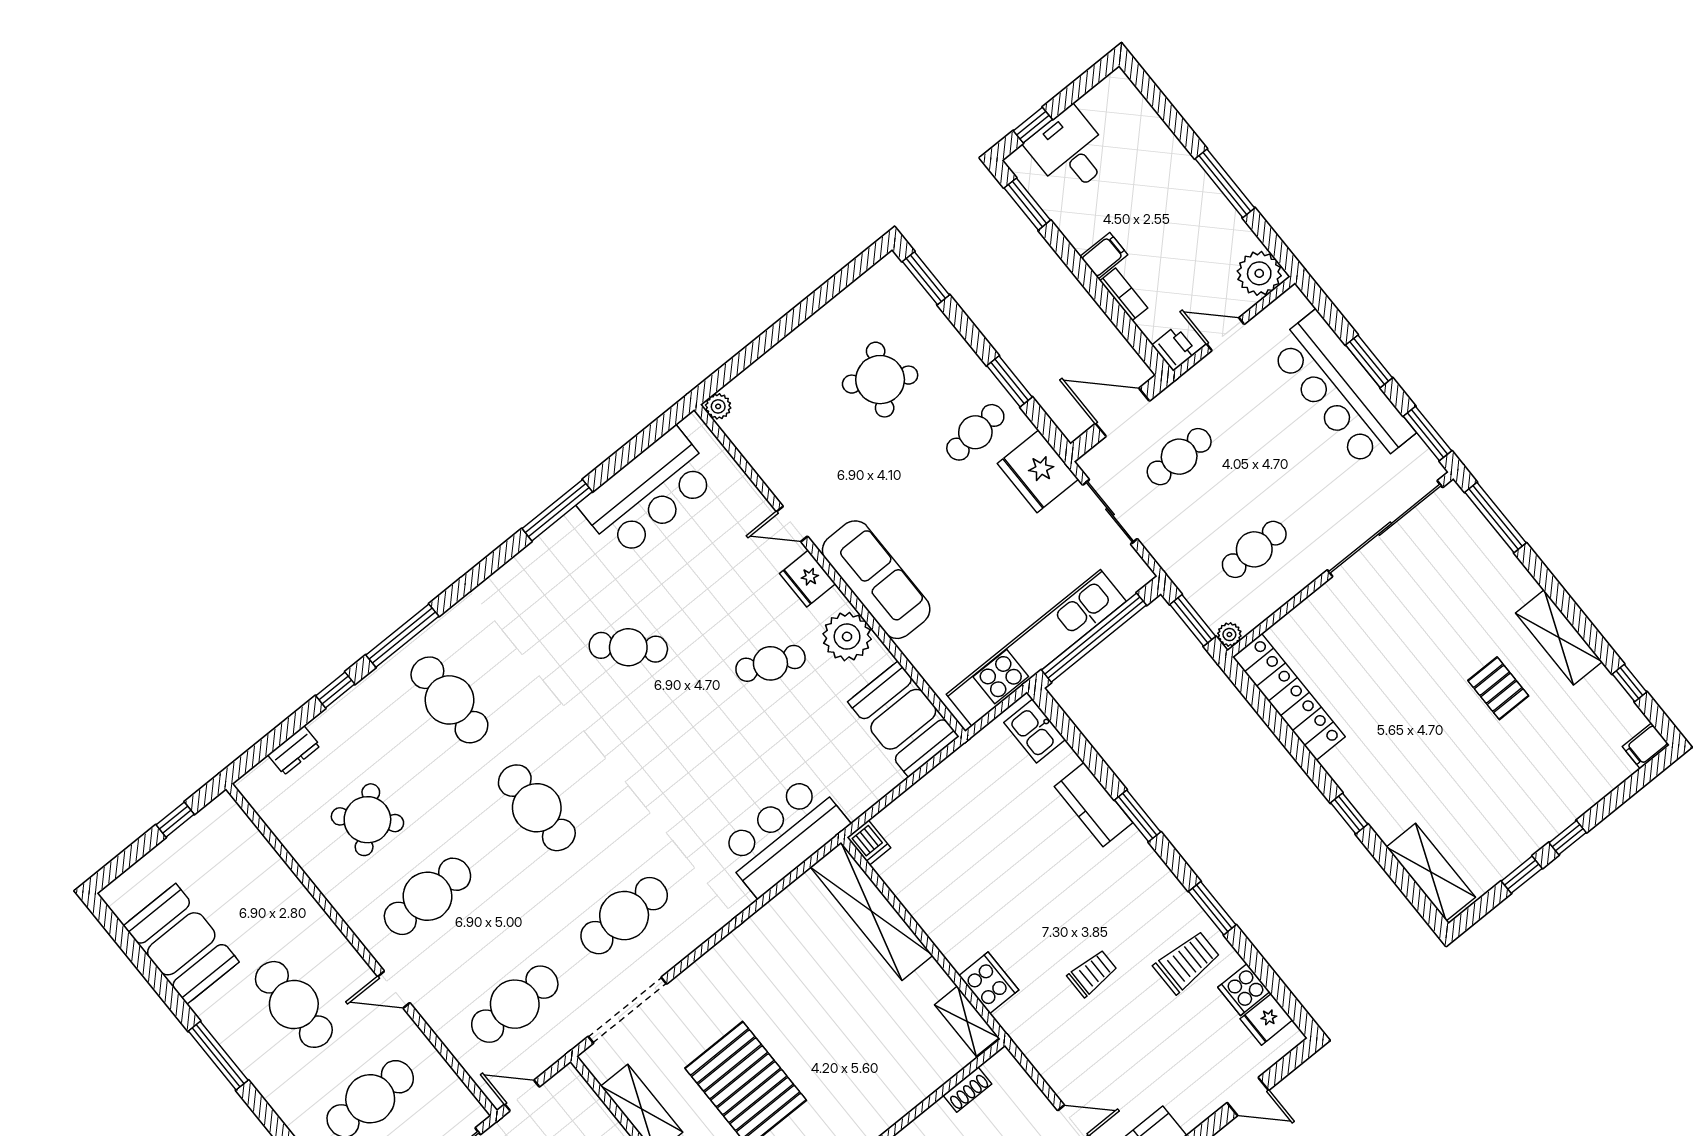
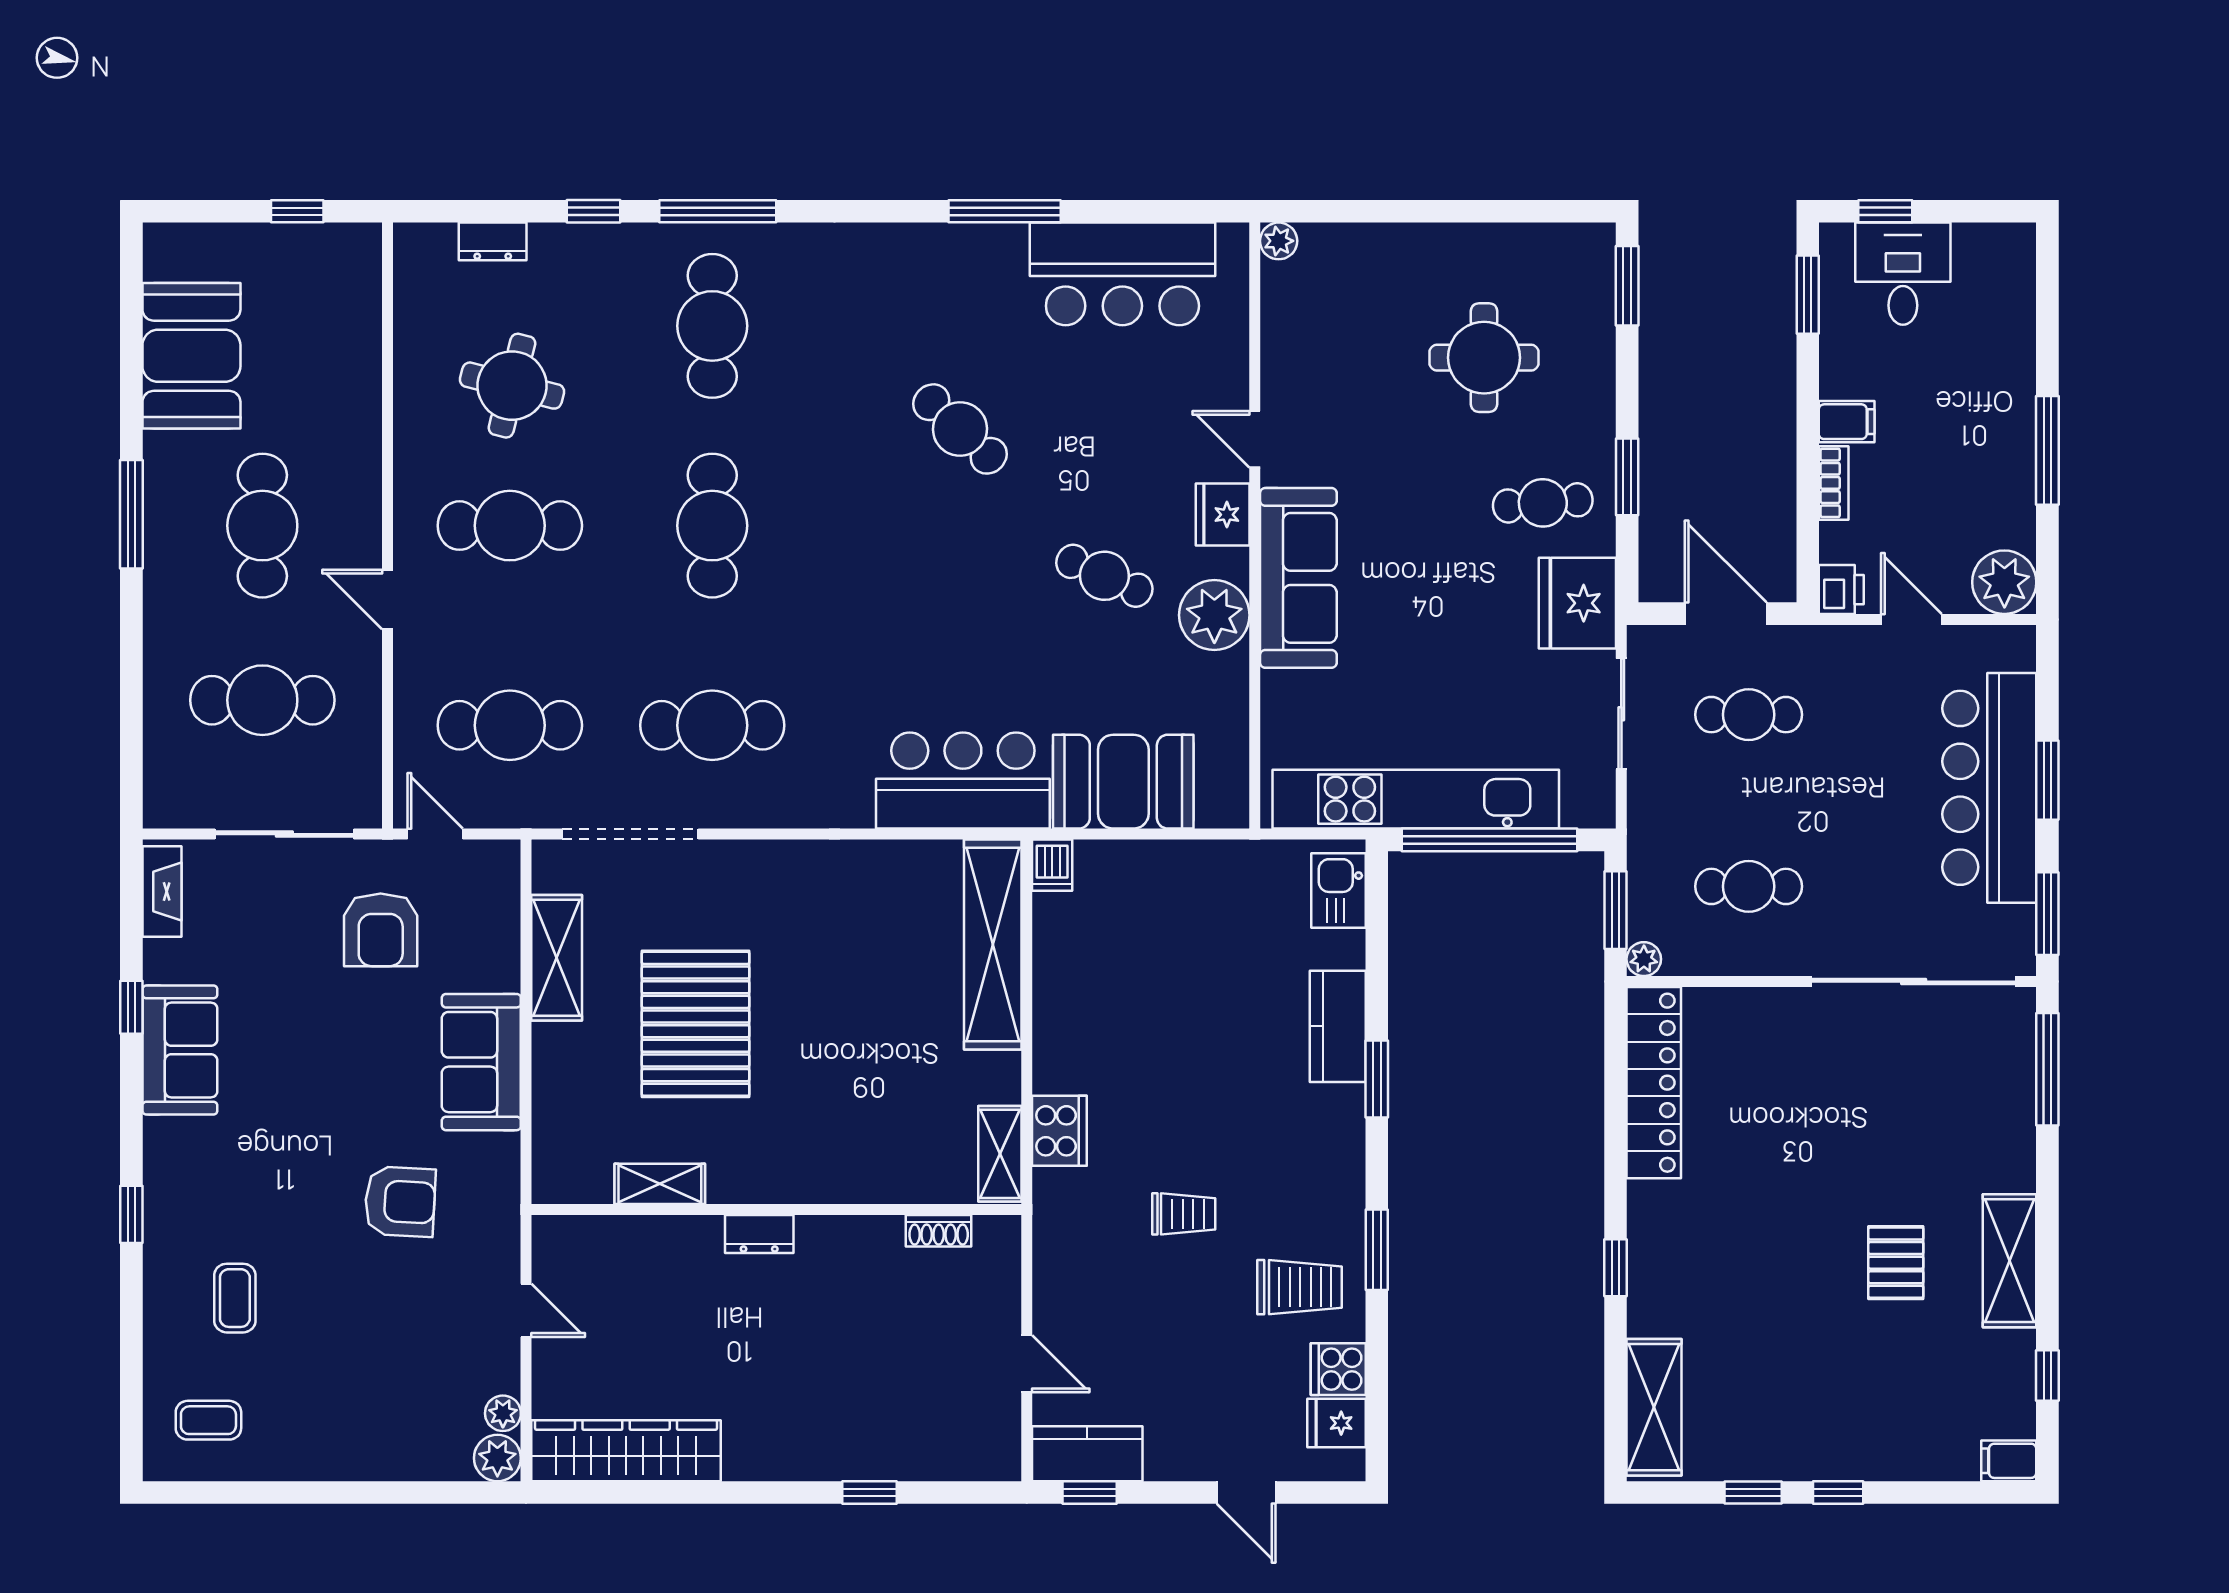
round table: (880, 380) -> (1484, 358), turned -30
booth: (903, 719) -> (1123, 782), moved, turned 90
round table: (367, 820) -> (512, 386), turned -32

